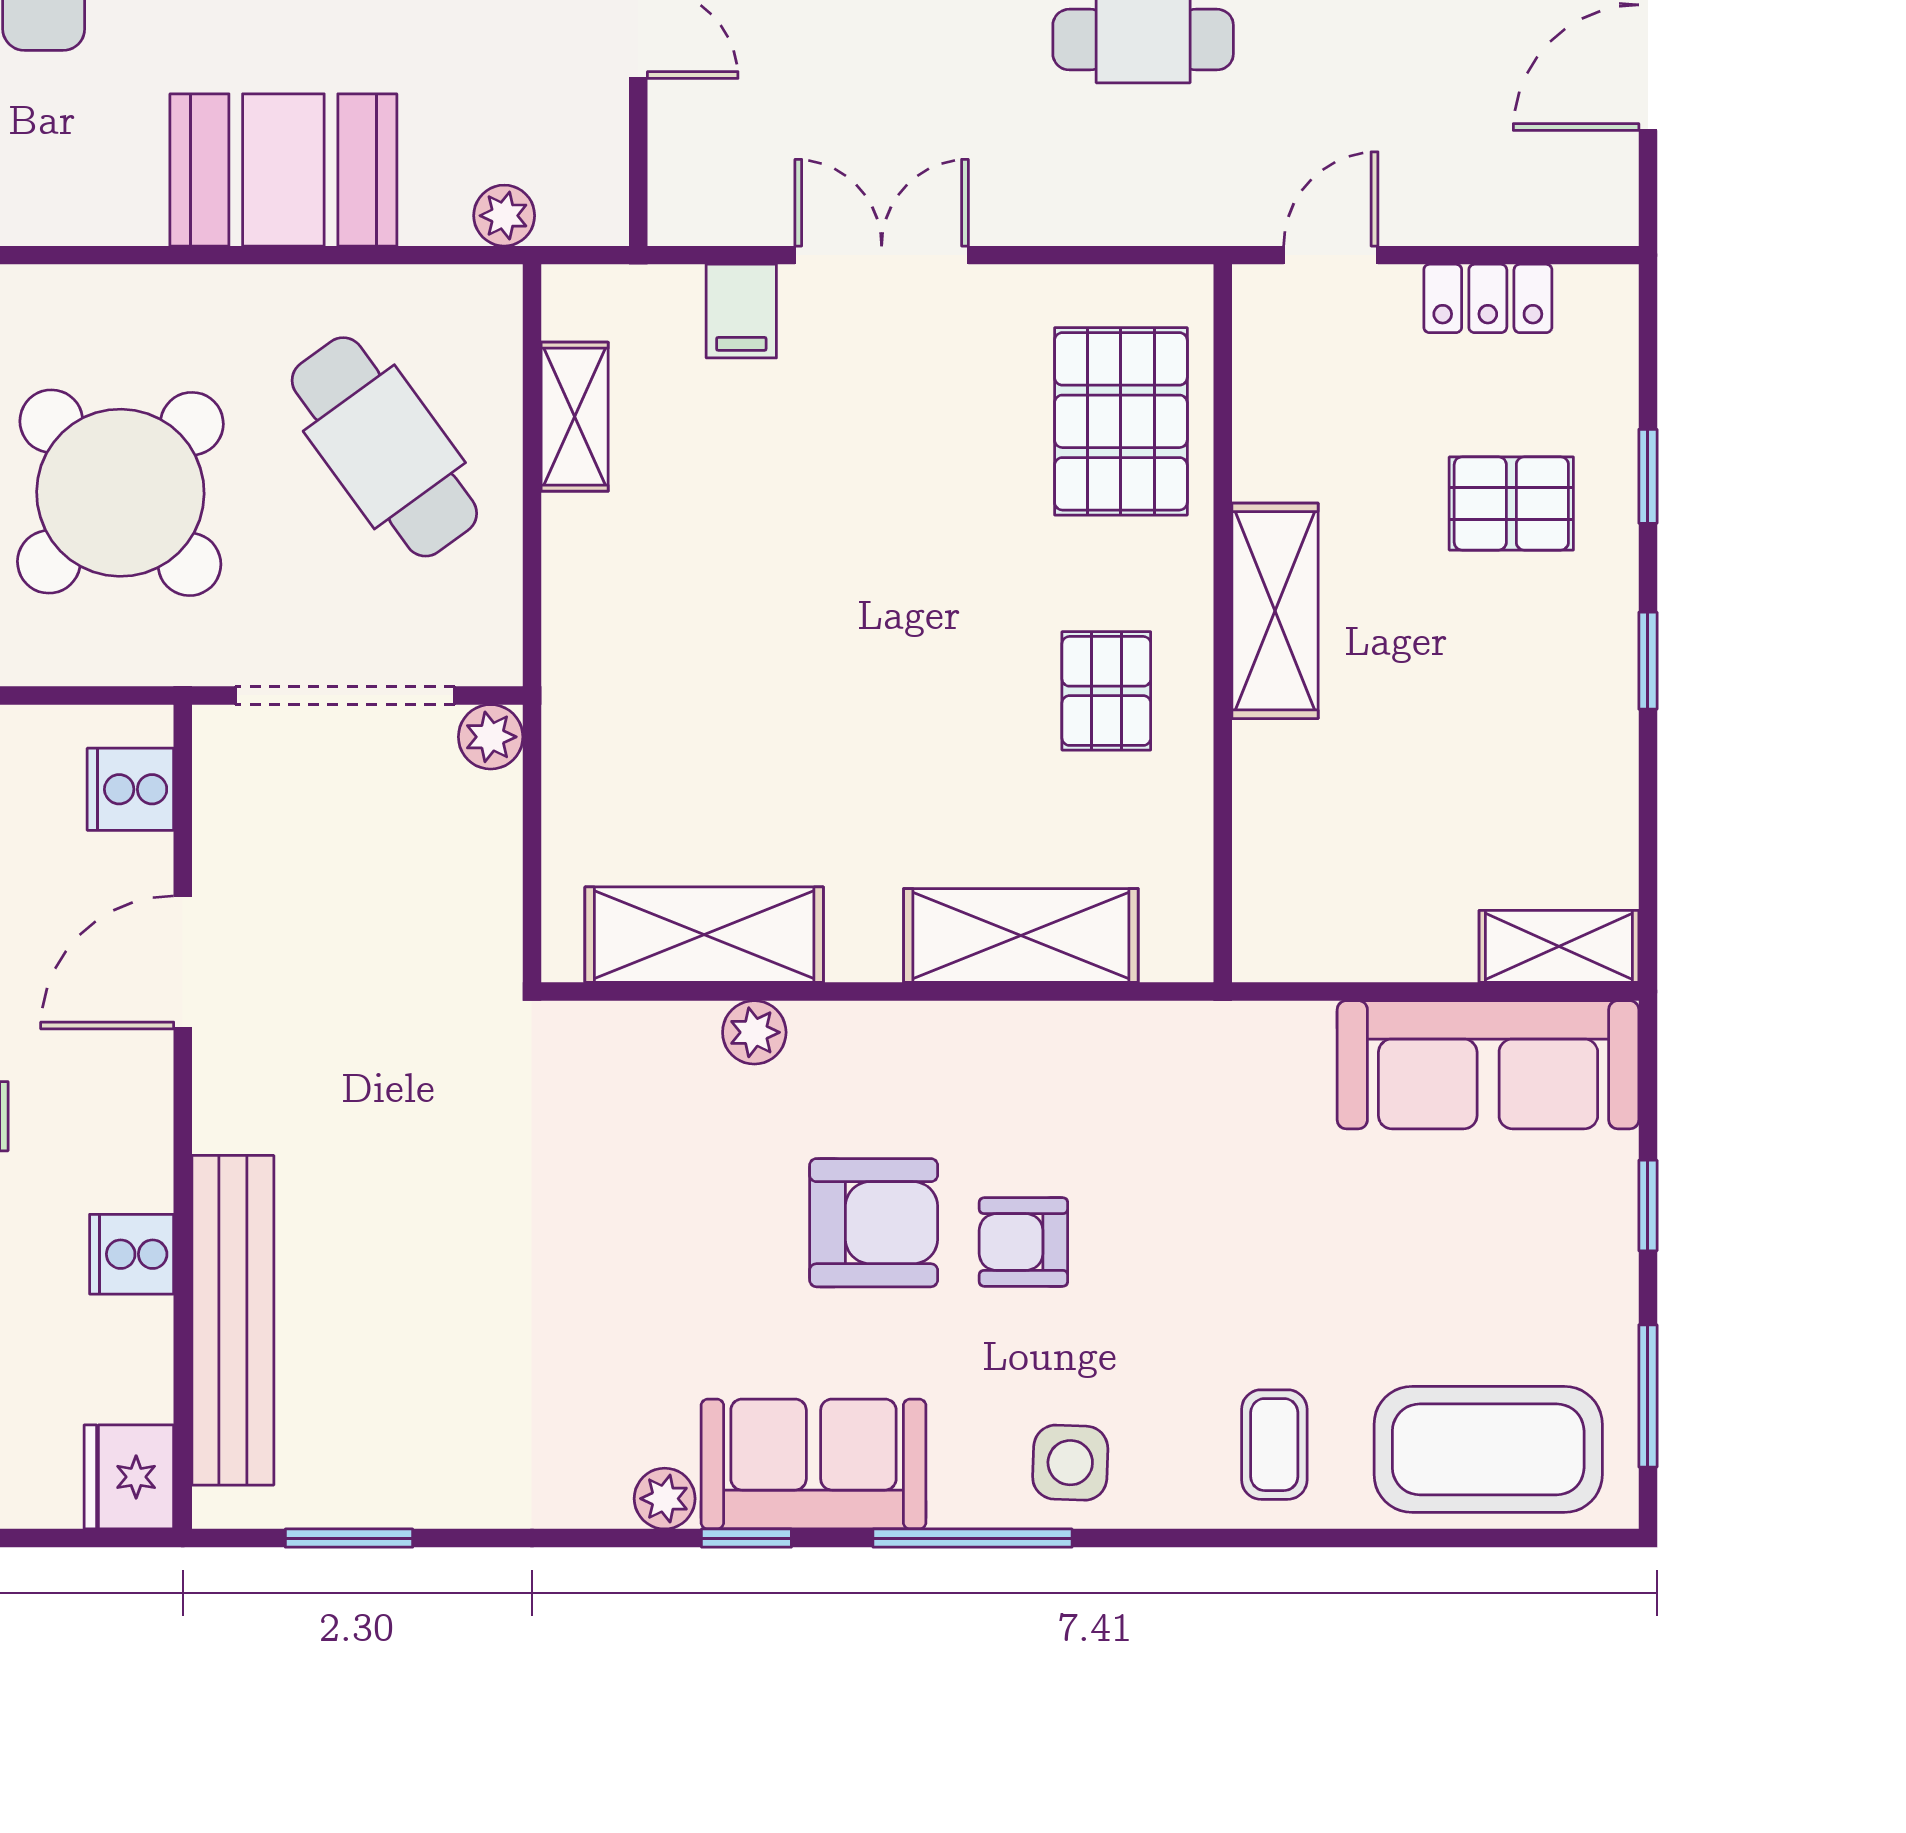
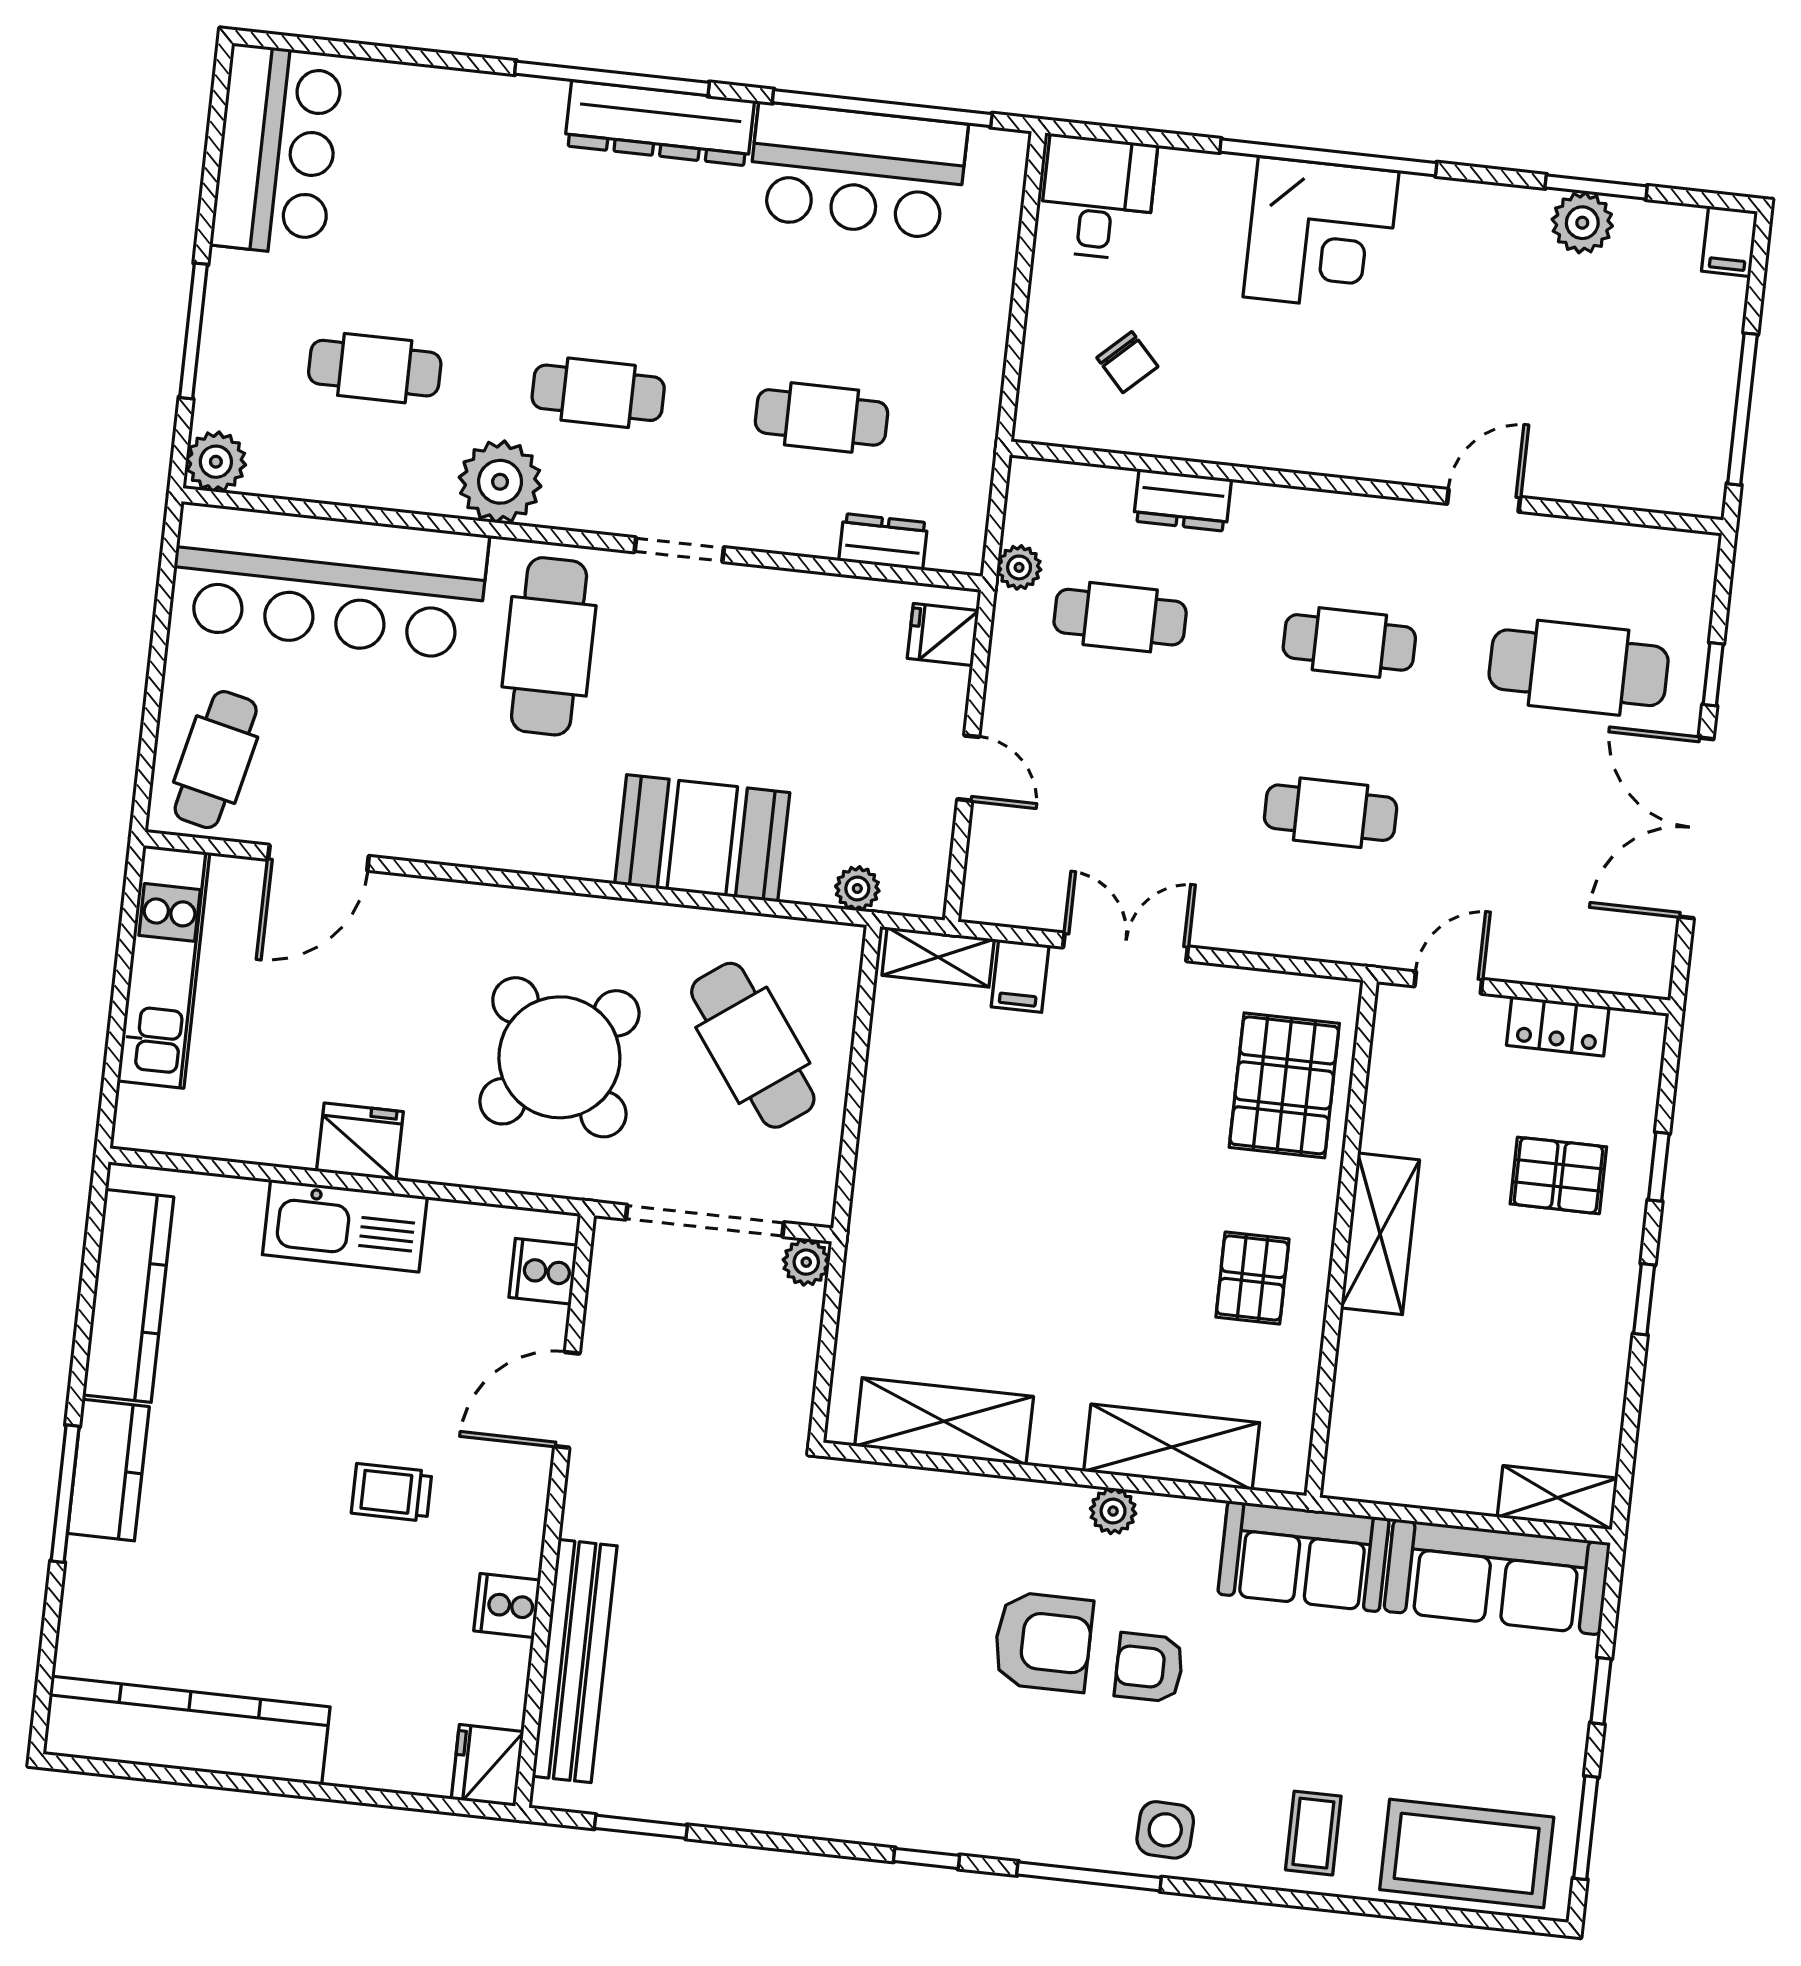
shelving: (575, 417) -> (938, 957), moved, turned 90
plant: (754, 1032) -> (1113, 1511), moved
sofa: (813, 1464) -> (1304, 1556), moved, turned 180
plant: (665, 1499) -> (871, 1823), removed

